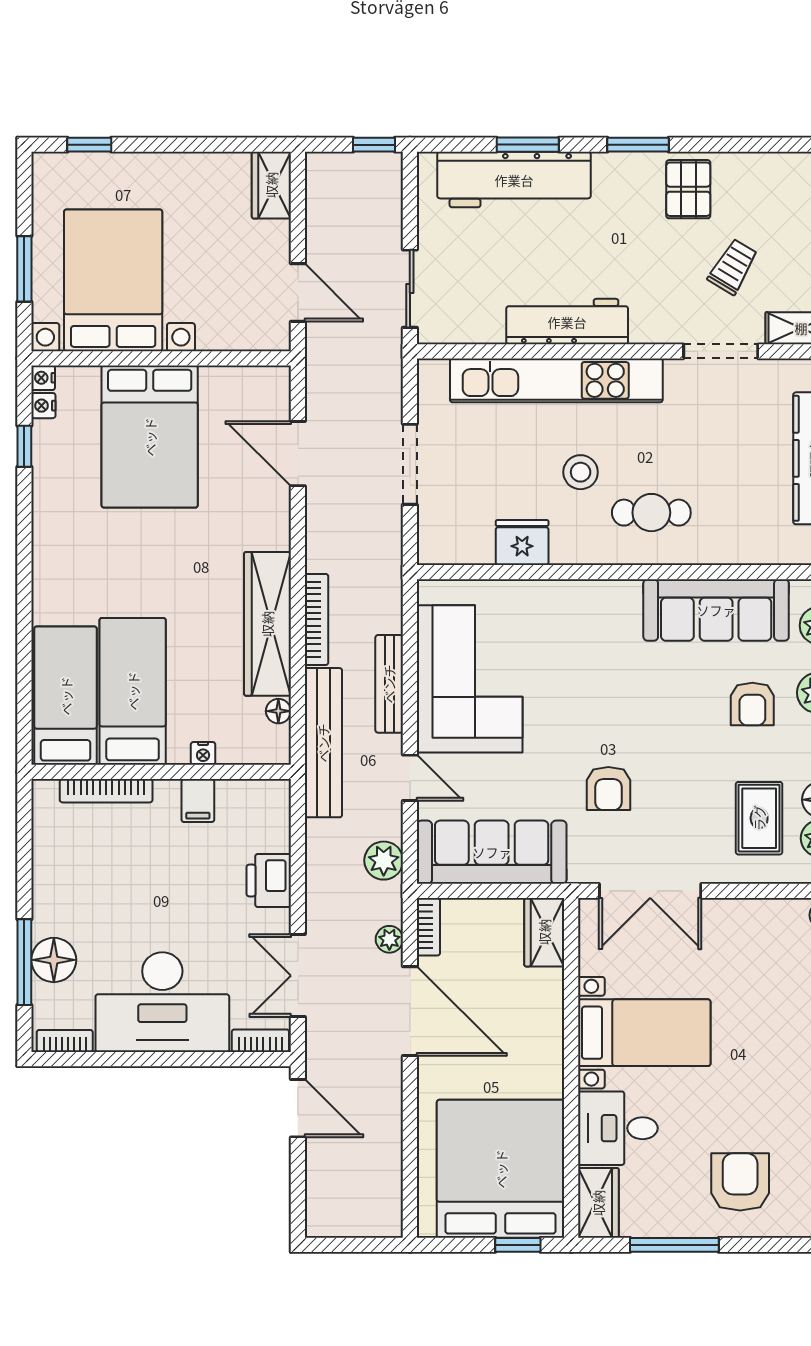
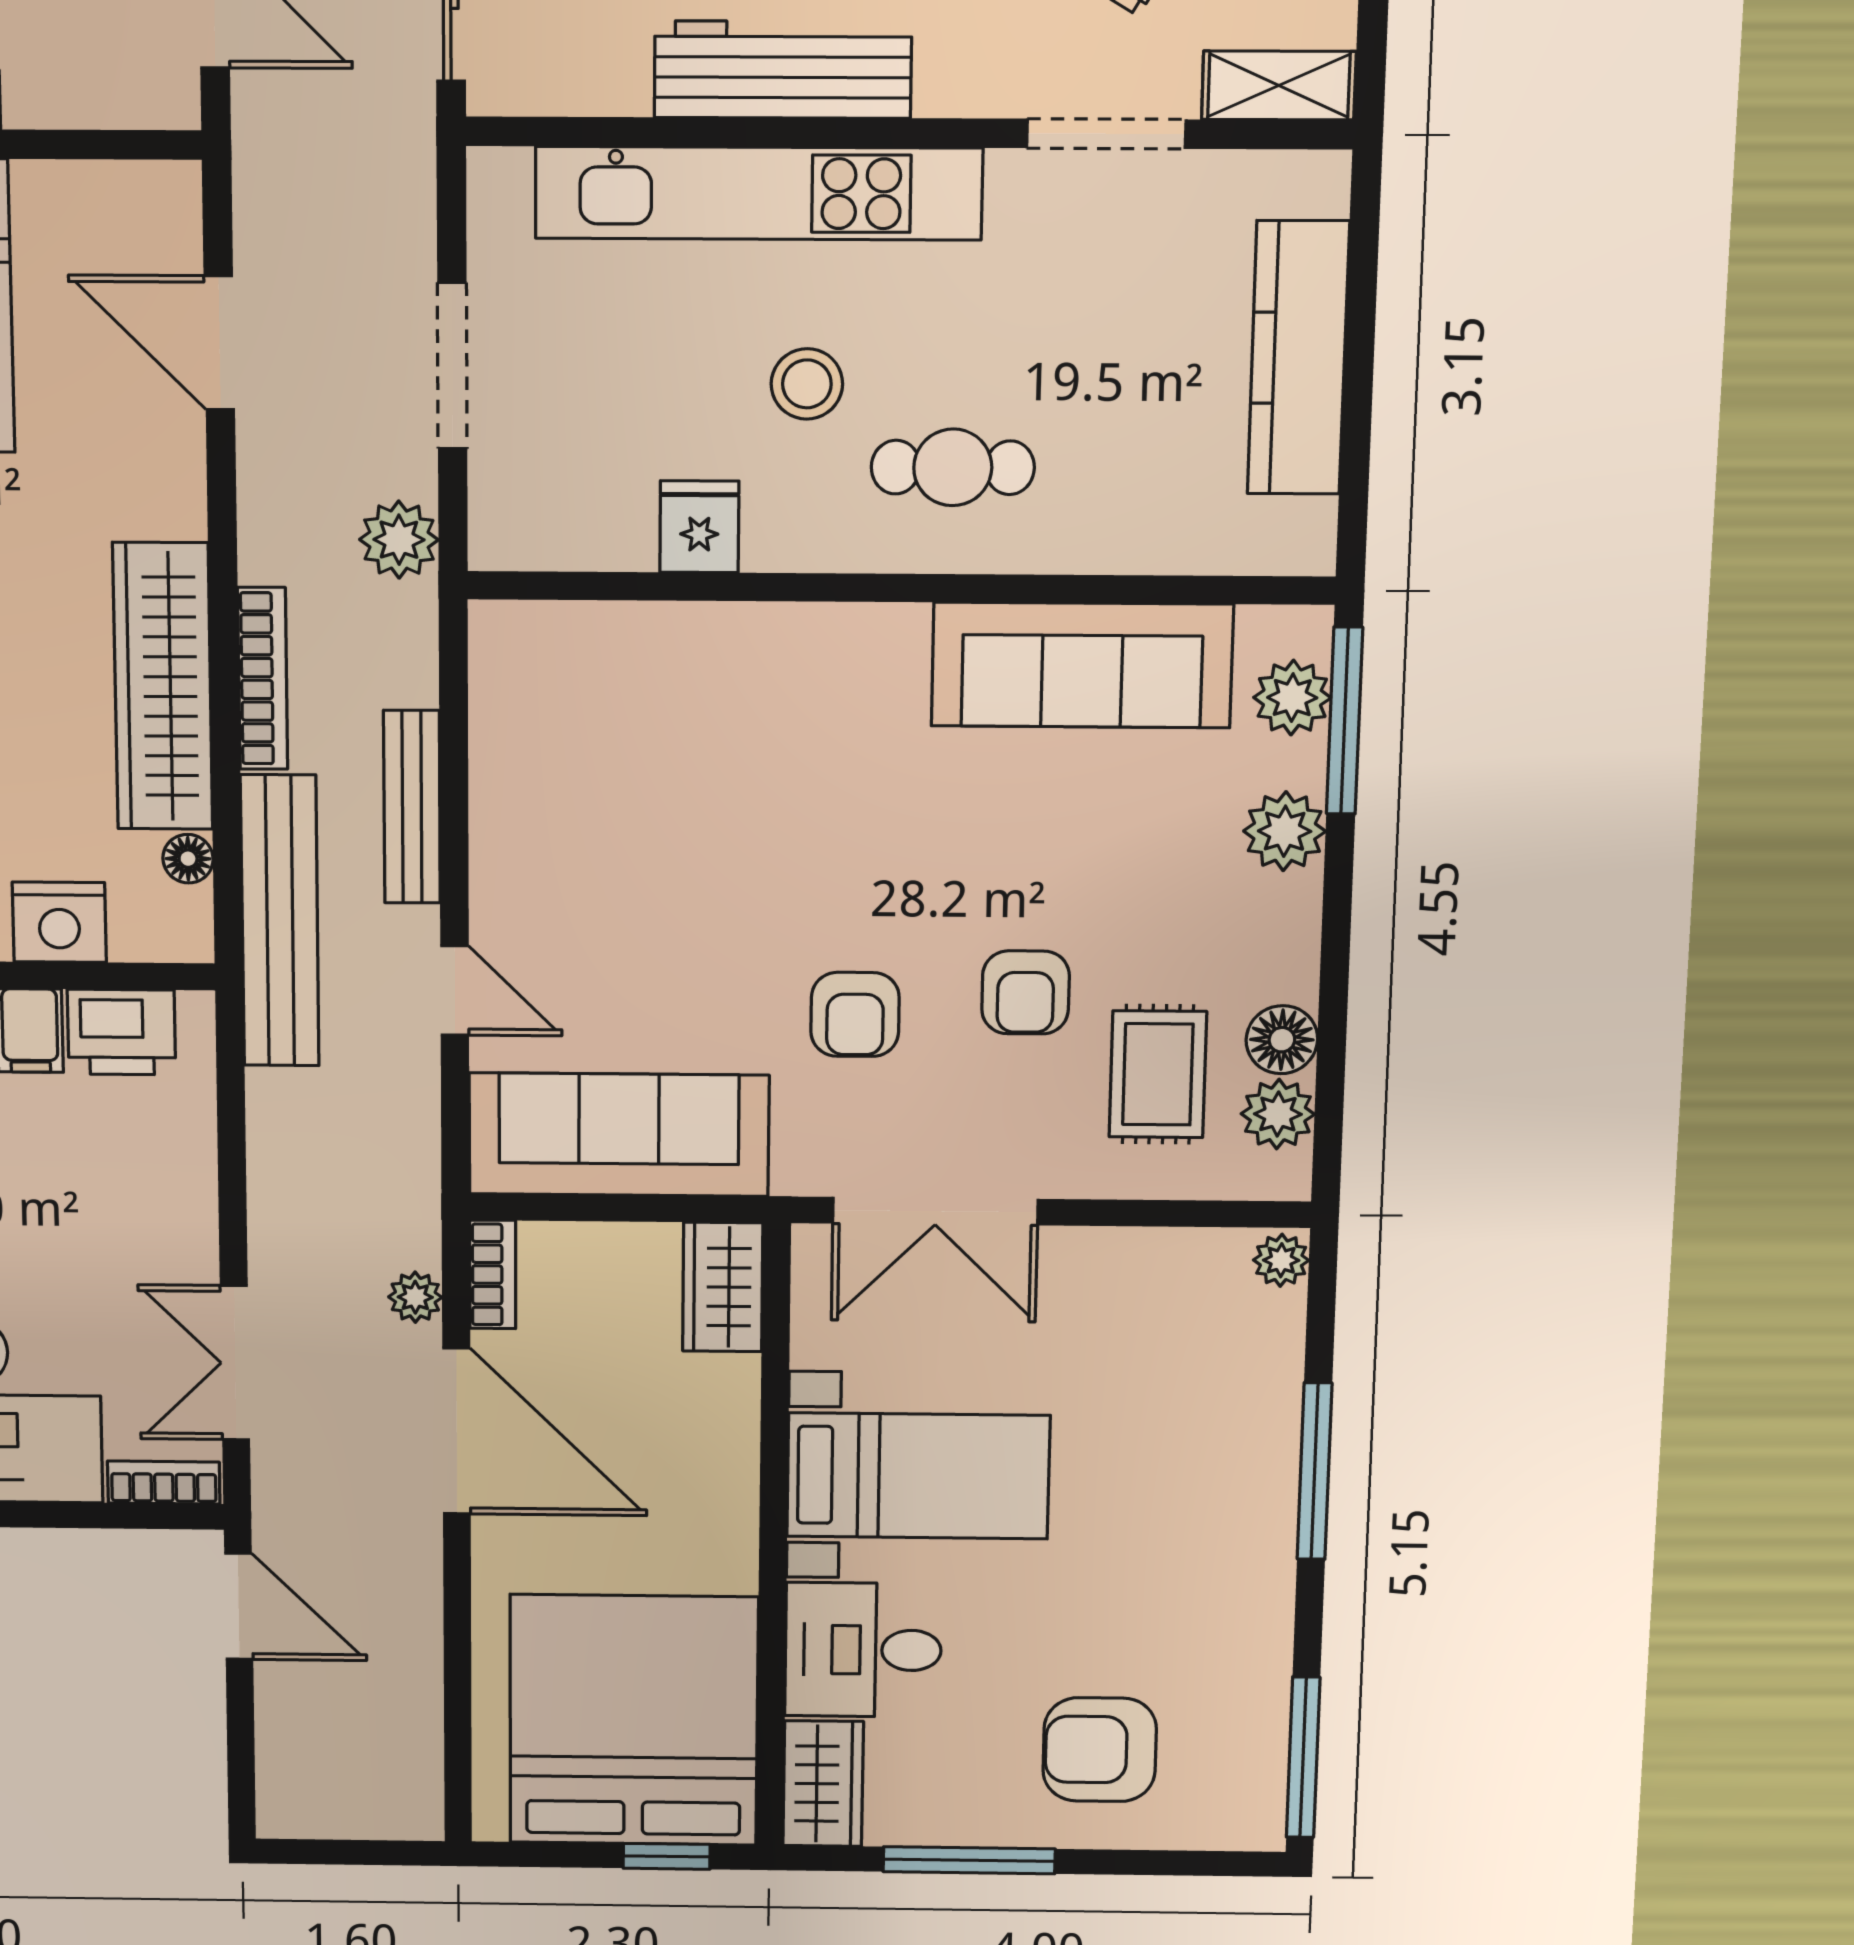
fridge: (522, 542) -> (699, 527), width x0.72
corner sofa: (470, 679) -> (575, 798), removed
armchair: (752, 704) -> (1026, 992), moved
nightstand: (203, 753) -> (59, 922), width x1.89, depth x1.79
plant: (384, 861) -> (399, 540), moved
printer: (269, 880) -> (121, 1032), moved, turned -90
armchair: (740, 1182) -> (1100, 1750), turned -90

